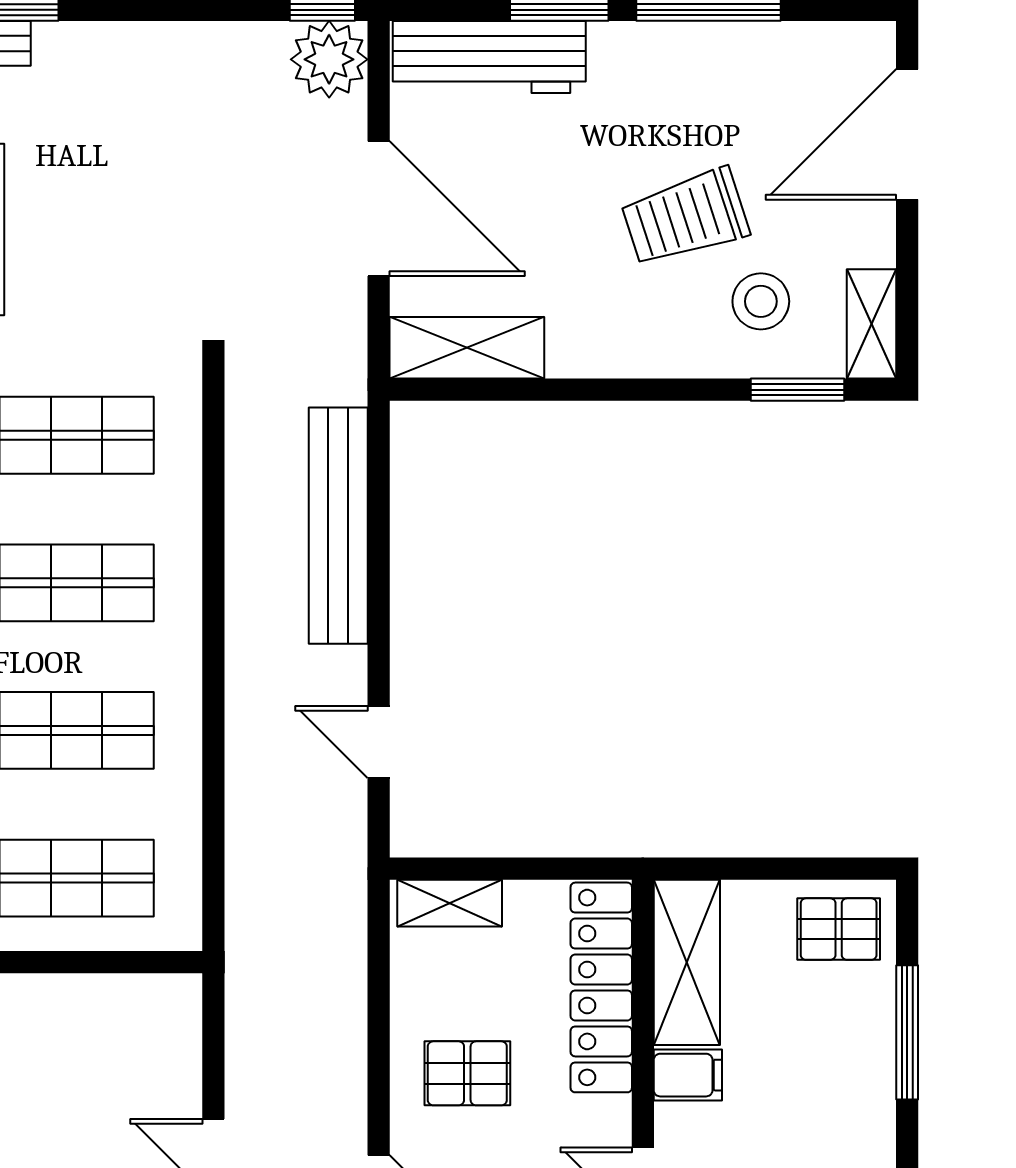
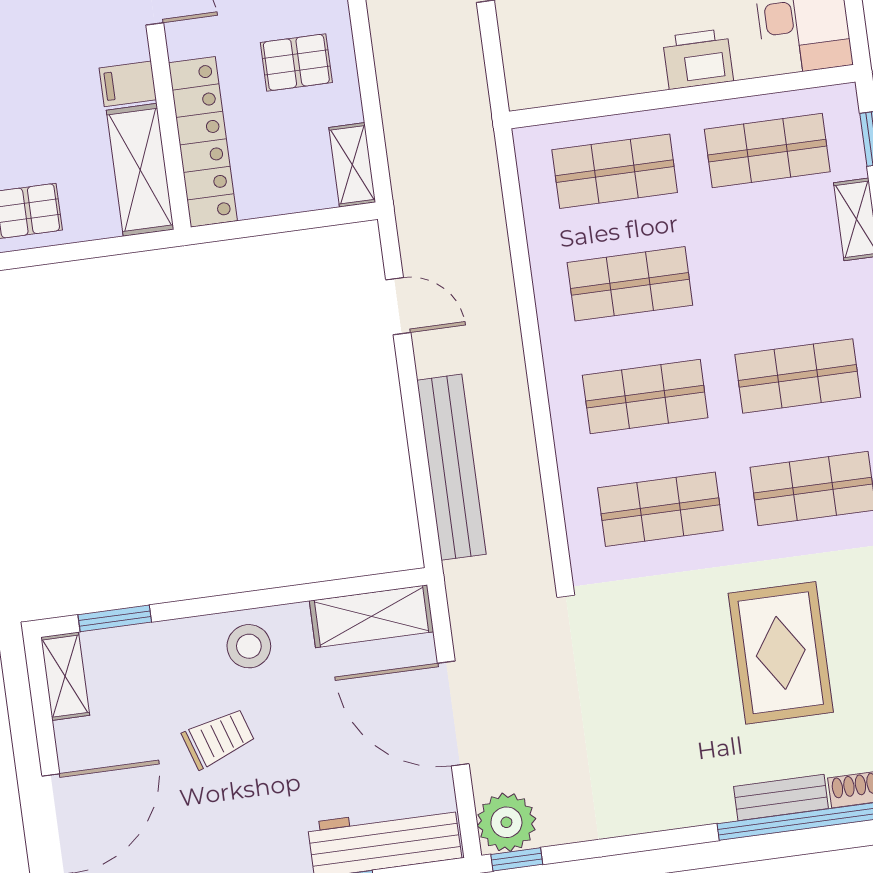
trolley: (685, 217) -> (218, 738), width x0.73, depth x0.72
stool: (761, 301) -> (249, 646), moved
shelving: (450, 903) -> (352, 165), moved, turned 90

